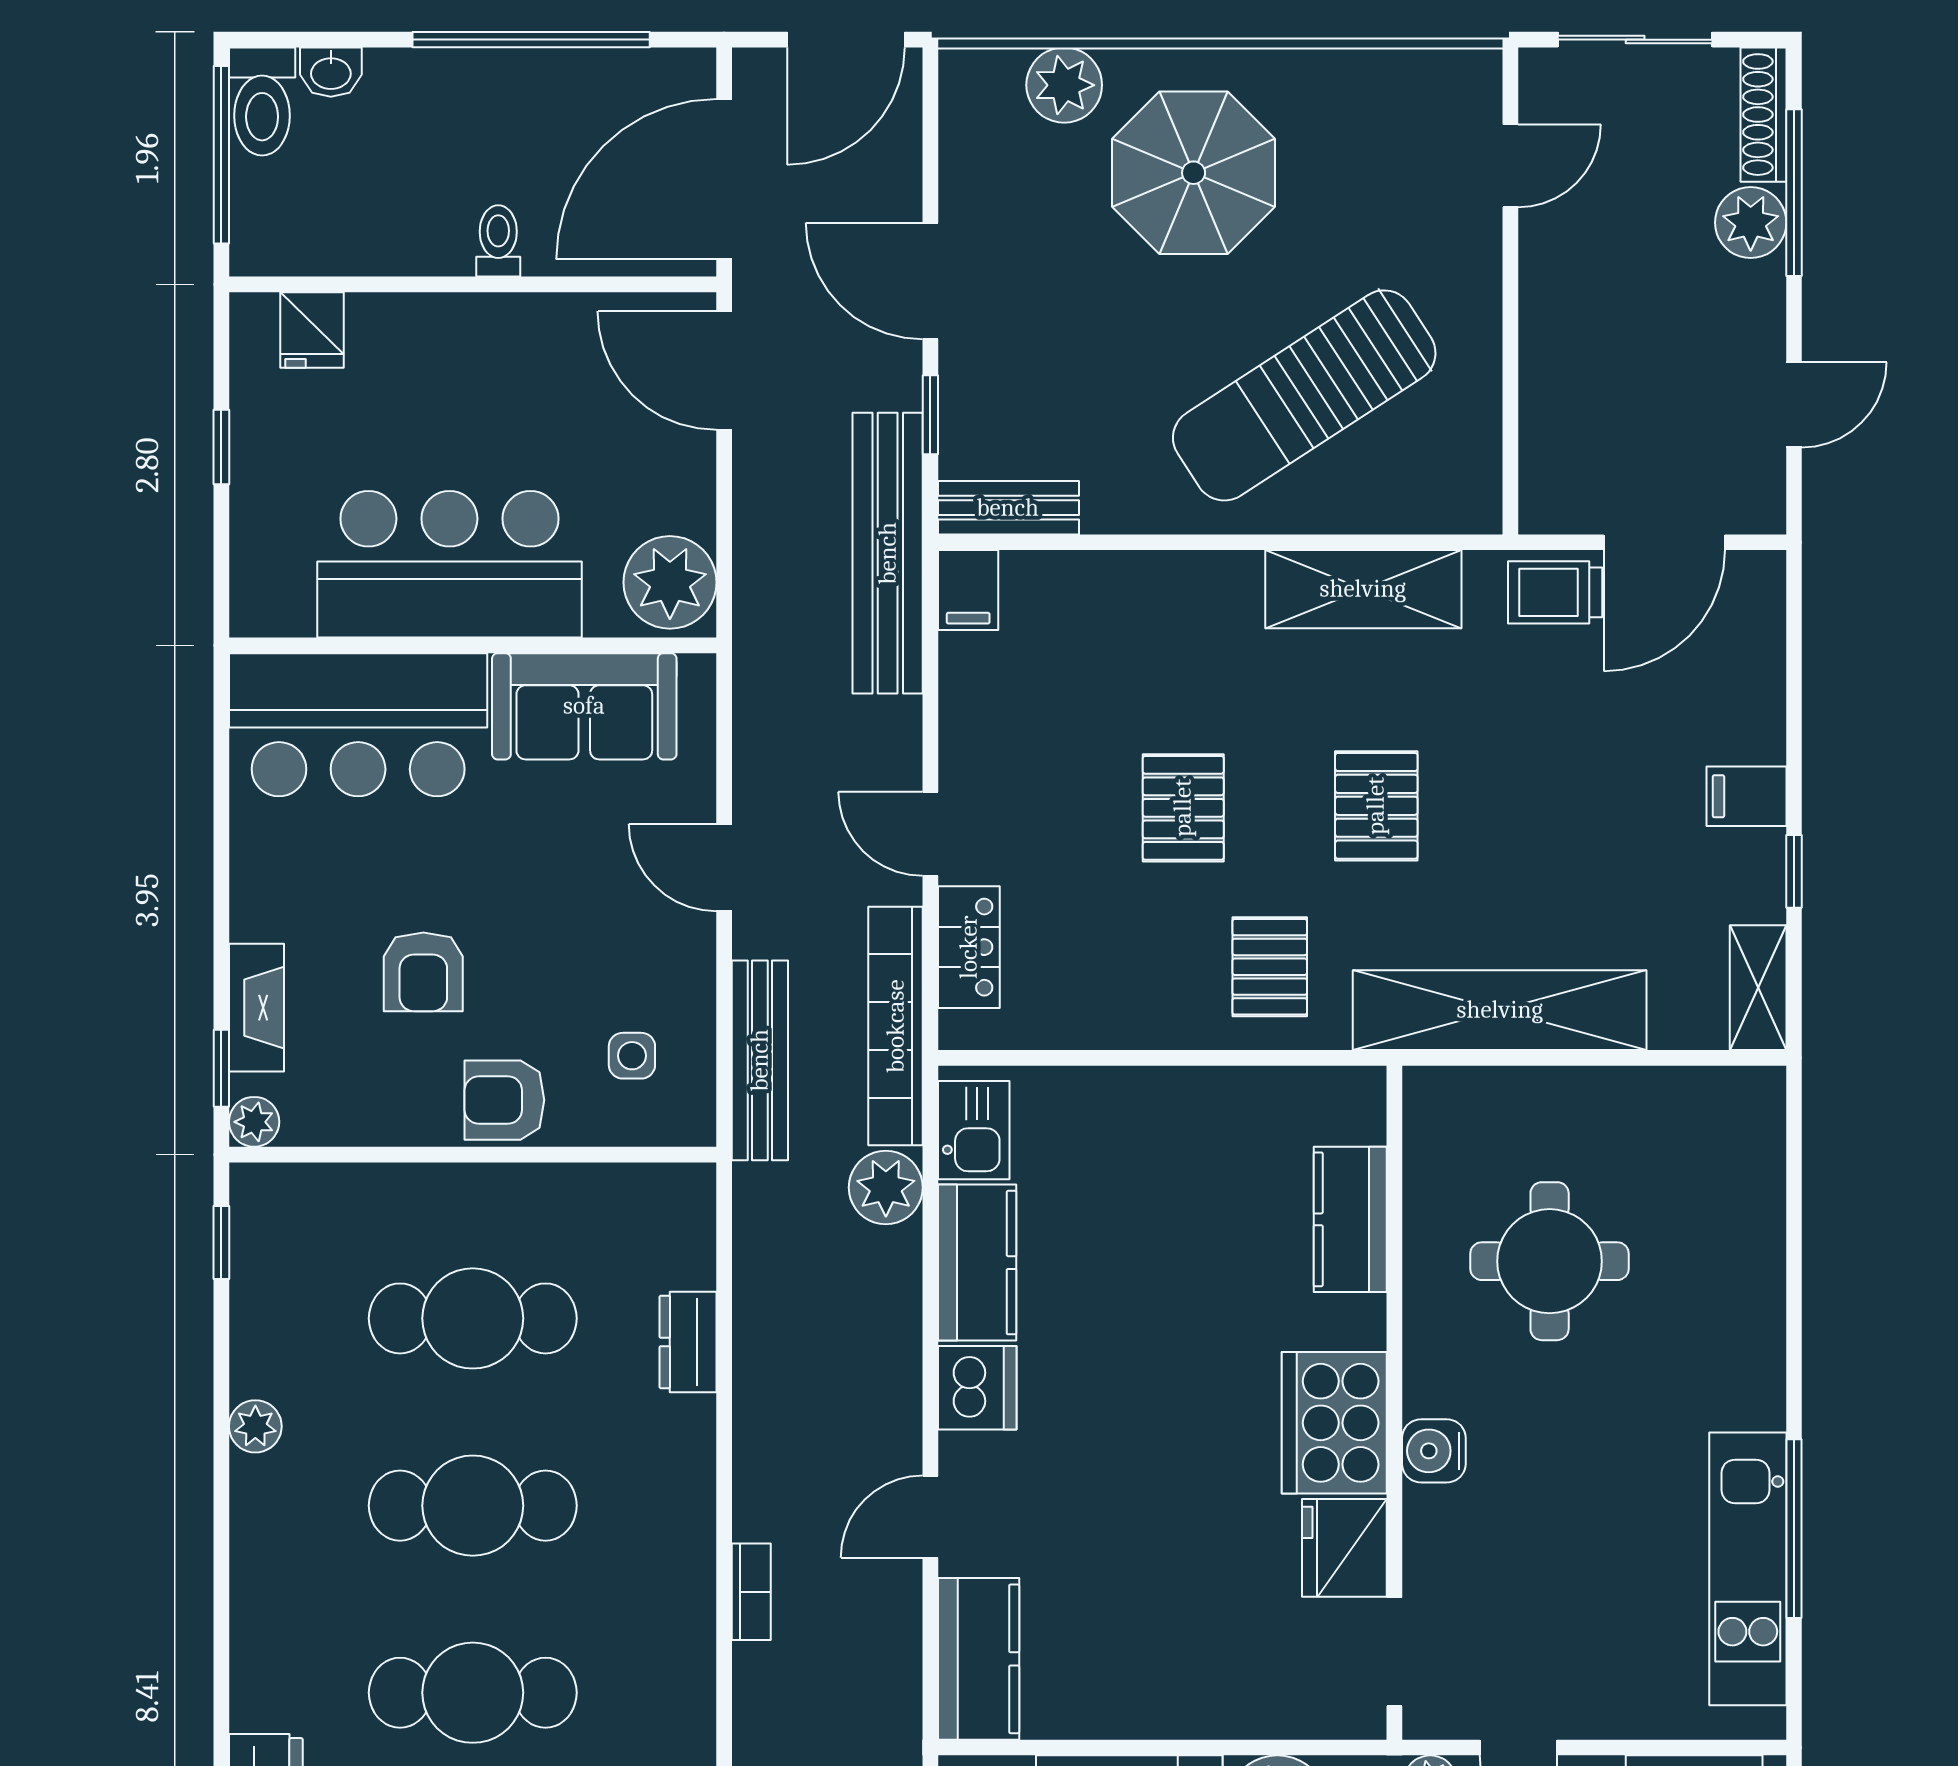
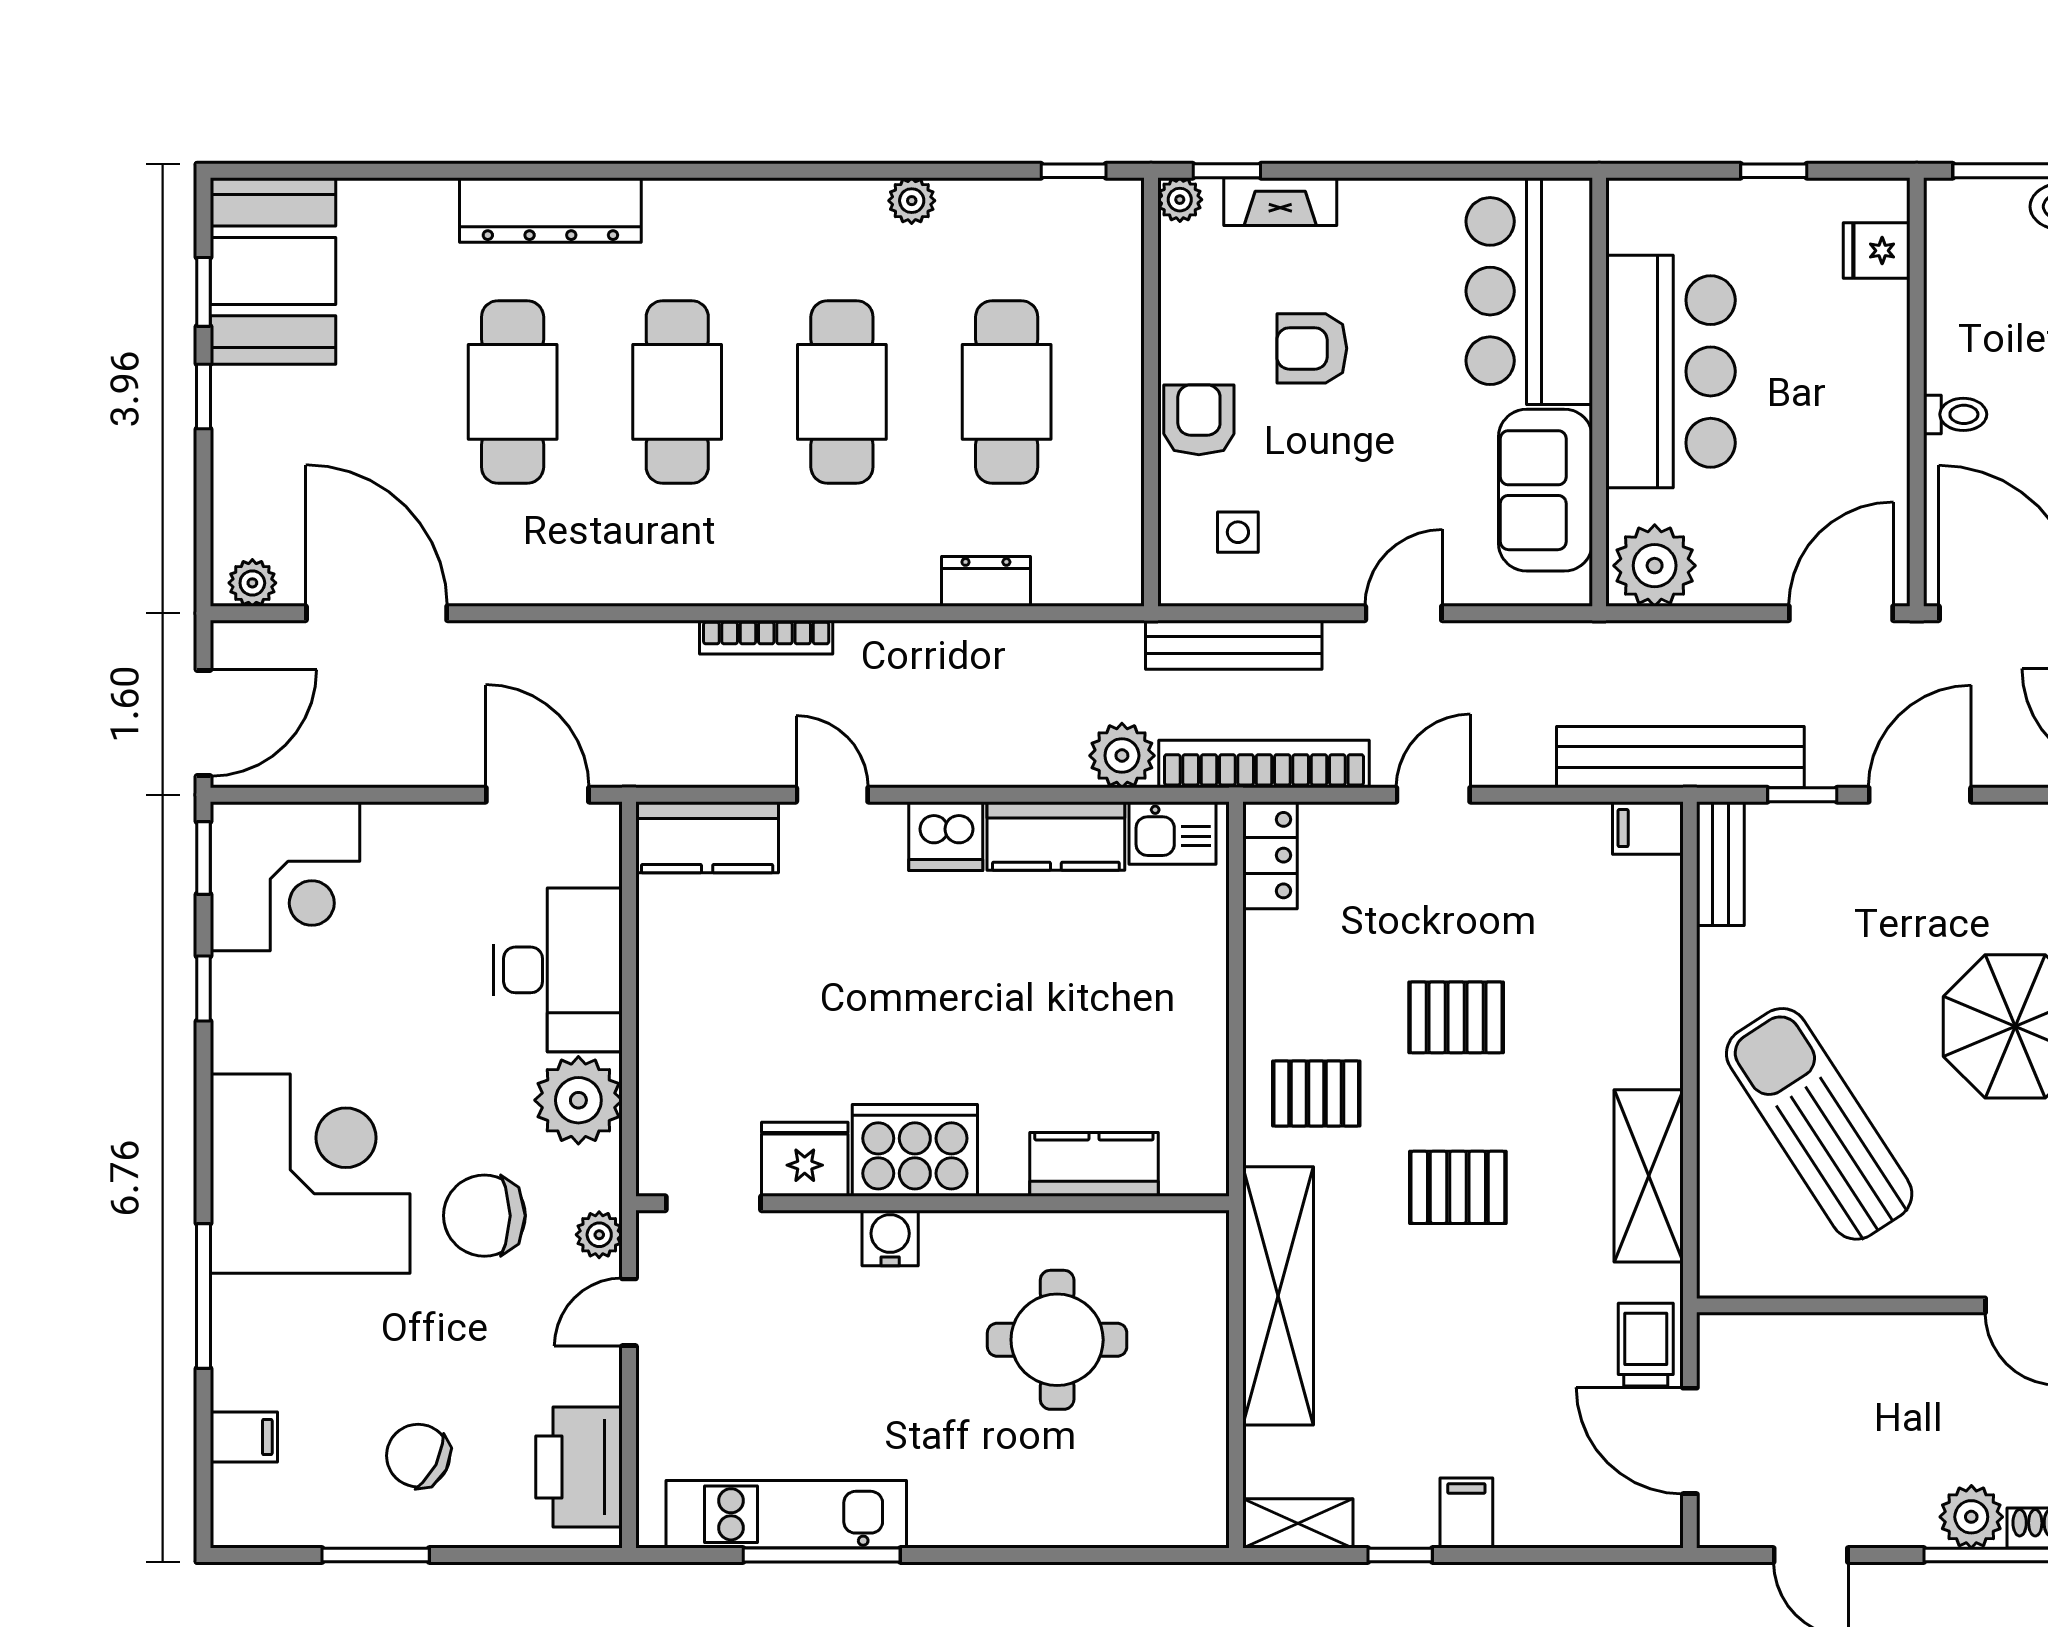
locker: (969, 947) -> (1270, 855), moved, turned -90
bookcase: (751, 1592) -> (766, 637), width x1.56

